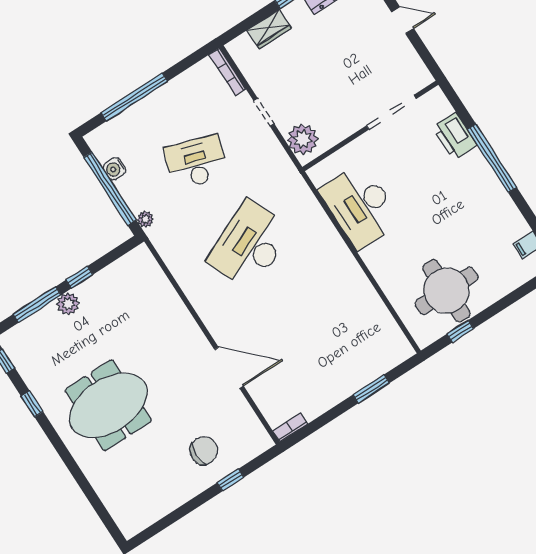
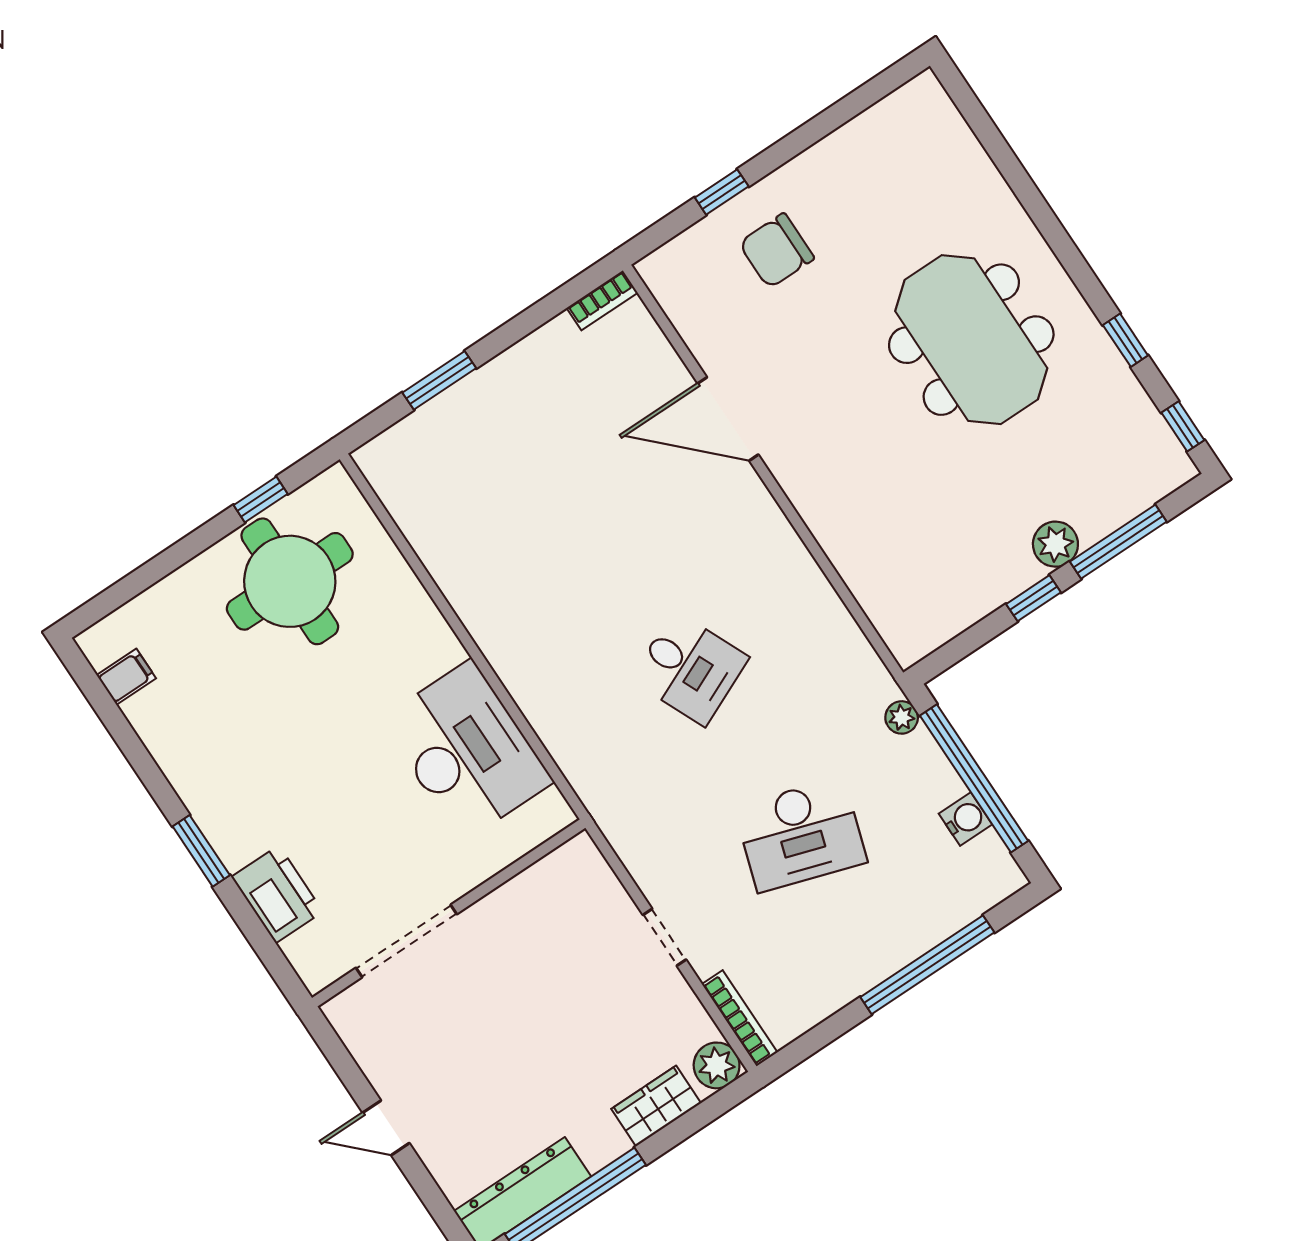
plant: (303, 139) -> (717, 1065), moved, width x0.73, depth x0.73
window: (492, 158) -> (201, 851), width x0.47
desk: (250, 245) -> (690, 668), width x0.53, depth x0.77
meeting table: (108, 405) -> (971, 340), turned 90

